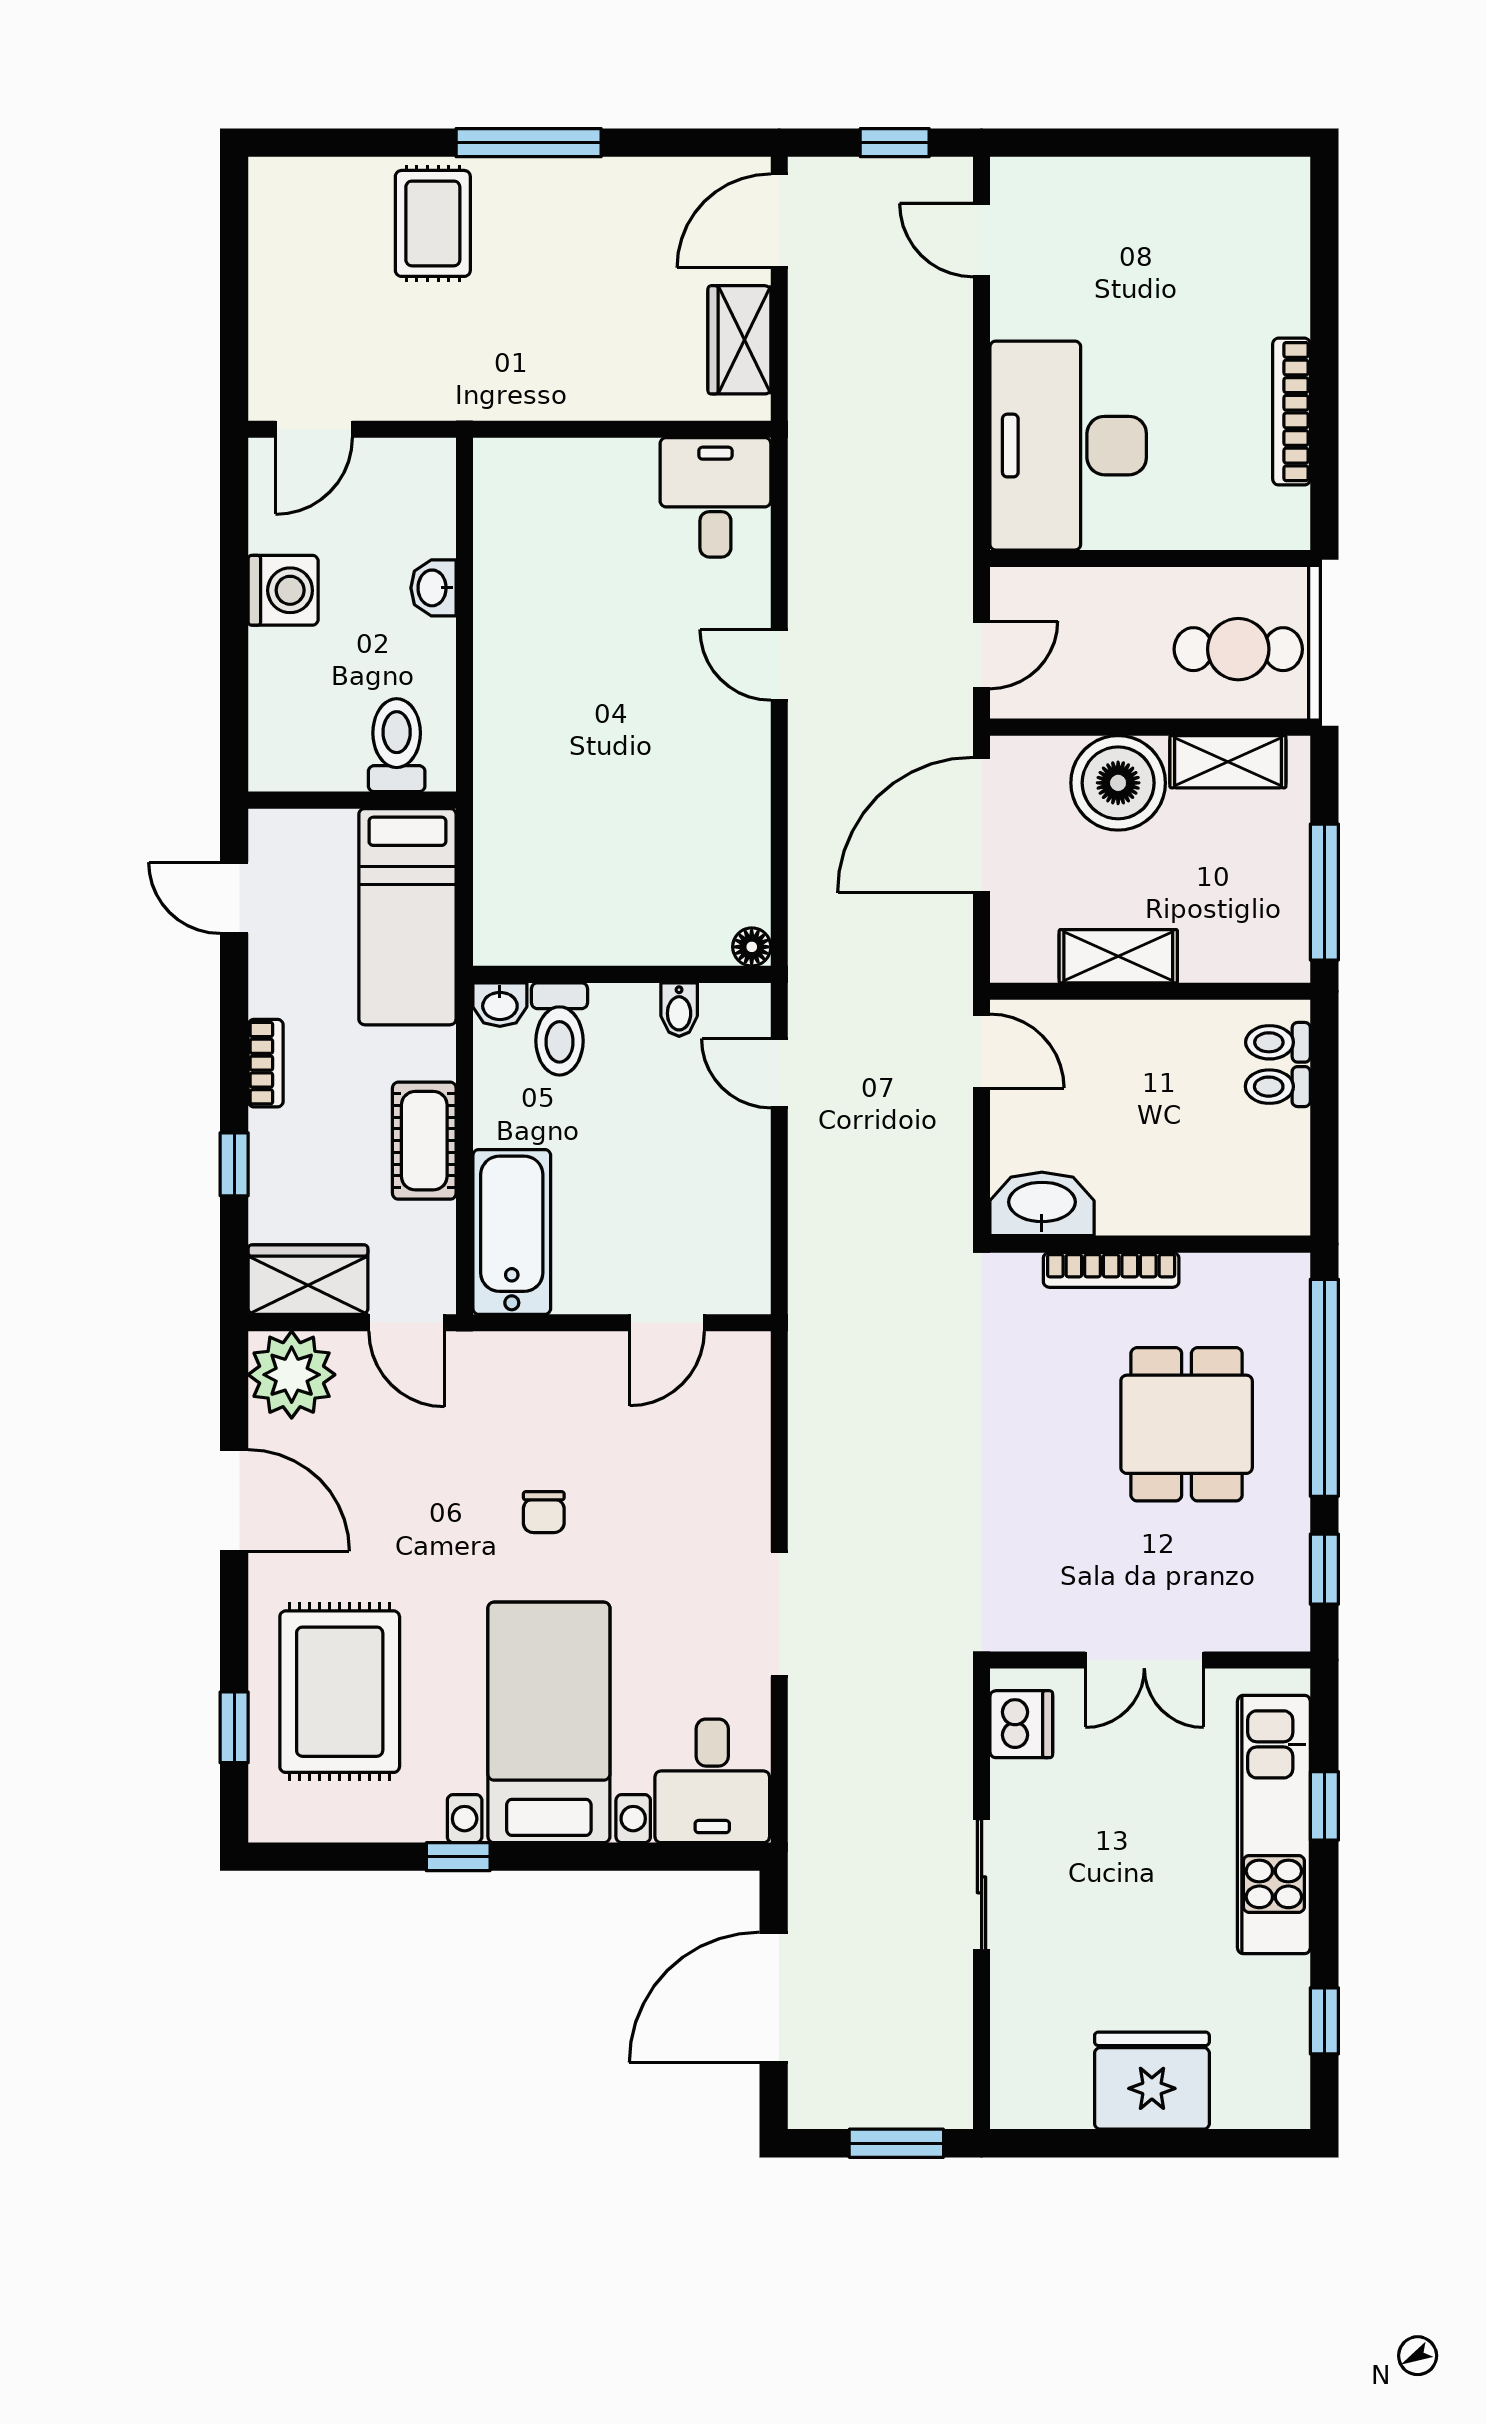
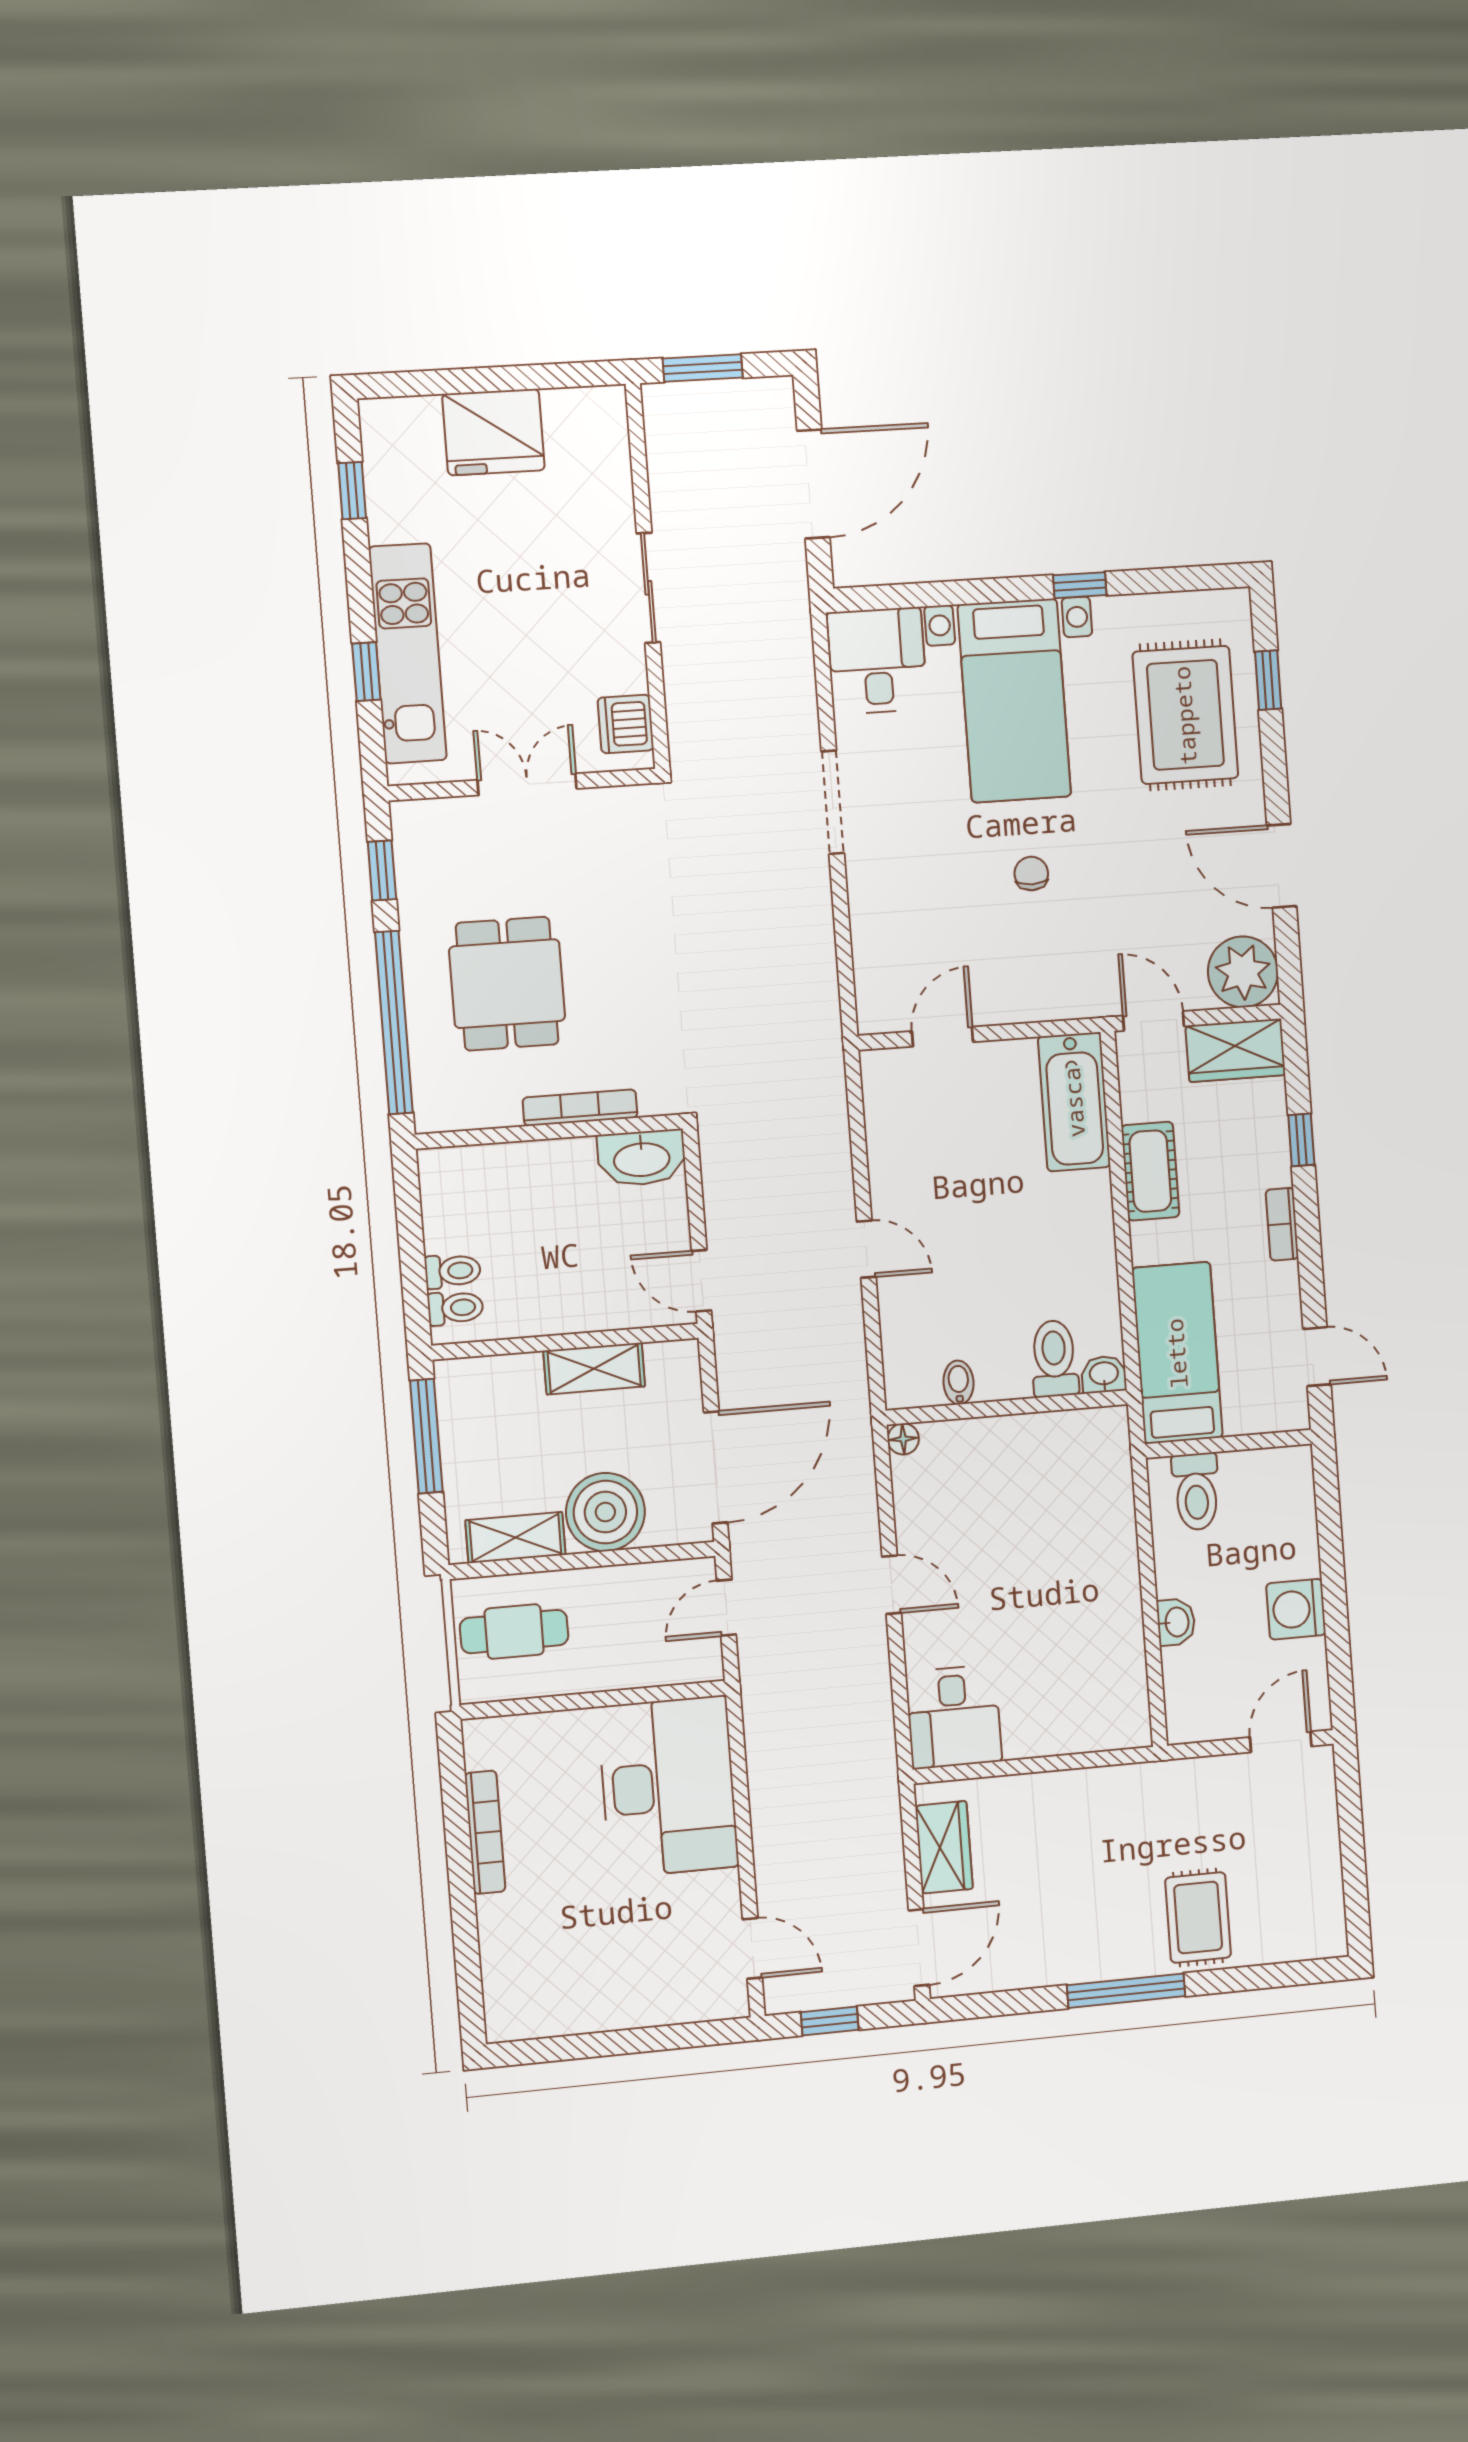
floor lamp: (752, 947) -> (903, 1439), moved
wall: (622, 974) -> (1007, 1407), moved
washbasin: (500, 1005) -> (1104, 1374), moved
bidet: (679, 1010) -> (959, 1382), moved
toilet: (560, 1029) -> (1054, 1359), moved

